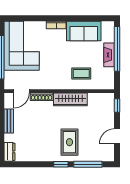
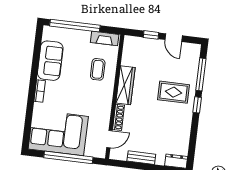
fireplace: (109, 55) -> (105, 38), moved
door: (22, 91) -> (109, 139), hinge flipped
window: (117, 105) -> (151, 35), moved

